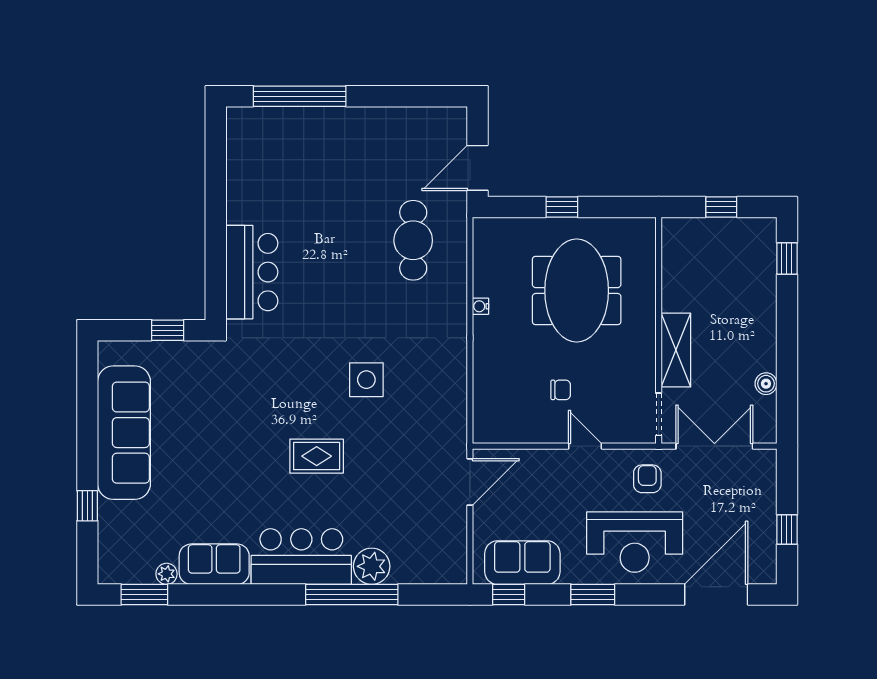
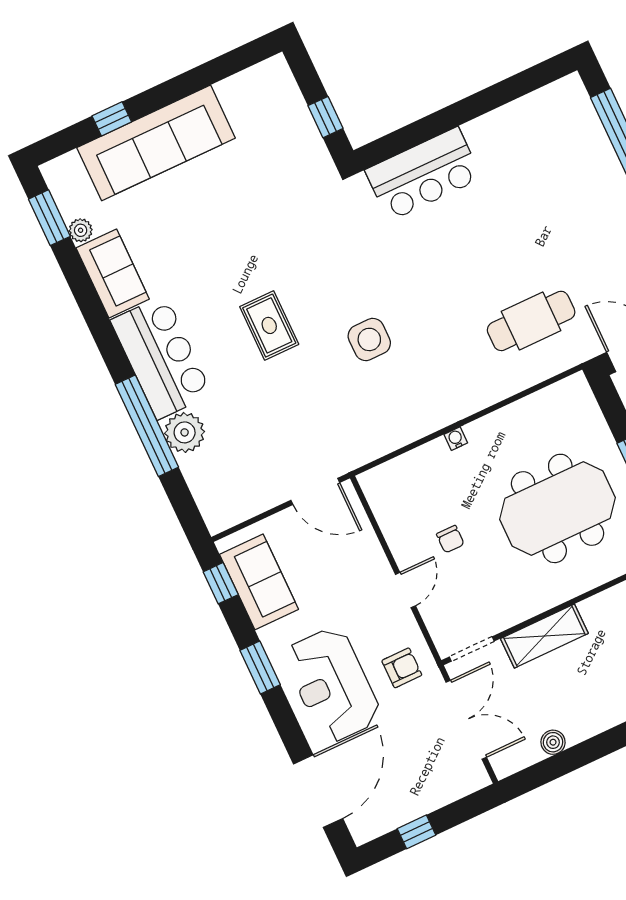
water cooler: (481, 306) -> (456, 439), moved
sofa: (124, 433) -> (156, 143), moved
door: (716, 594) -> (318, 791), hinge flipped

